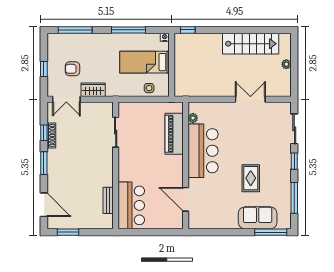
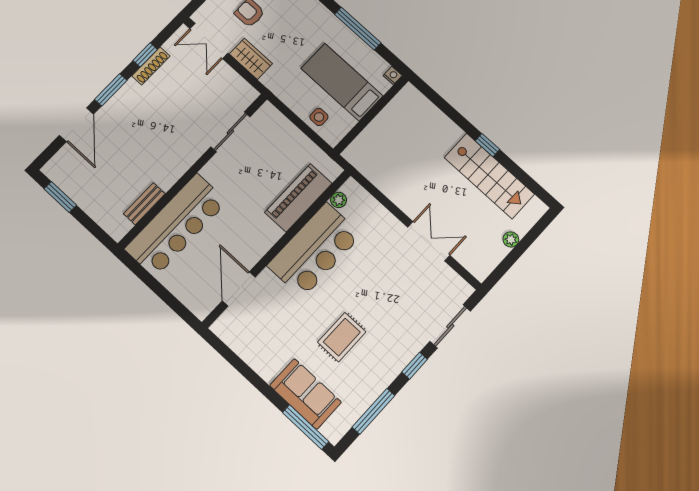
window: (188, 30) -> (487, 145), moved
door: (44, 205) -> (77, 125), moved
bar counter: (131, 205) -> (176, 225), width x1.36

